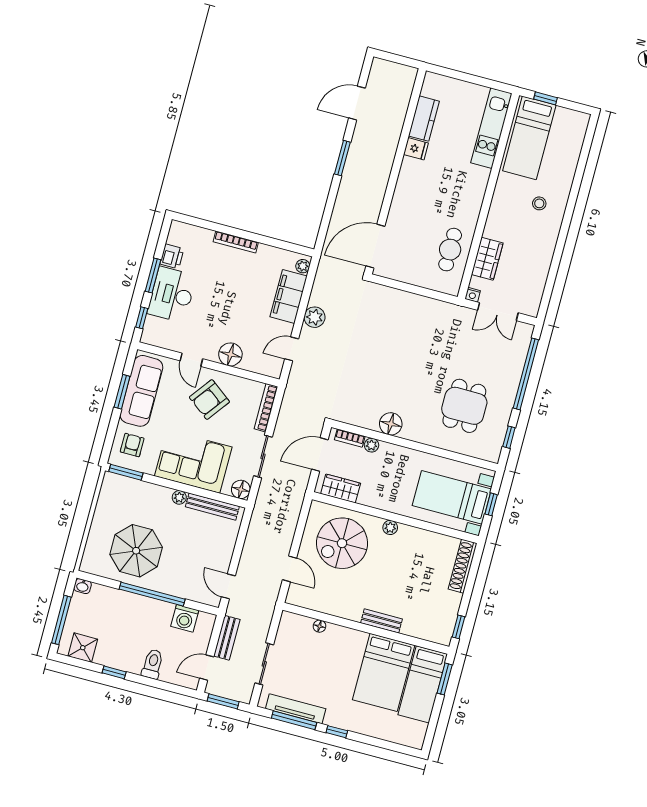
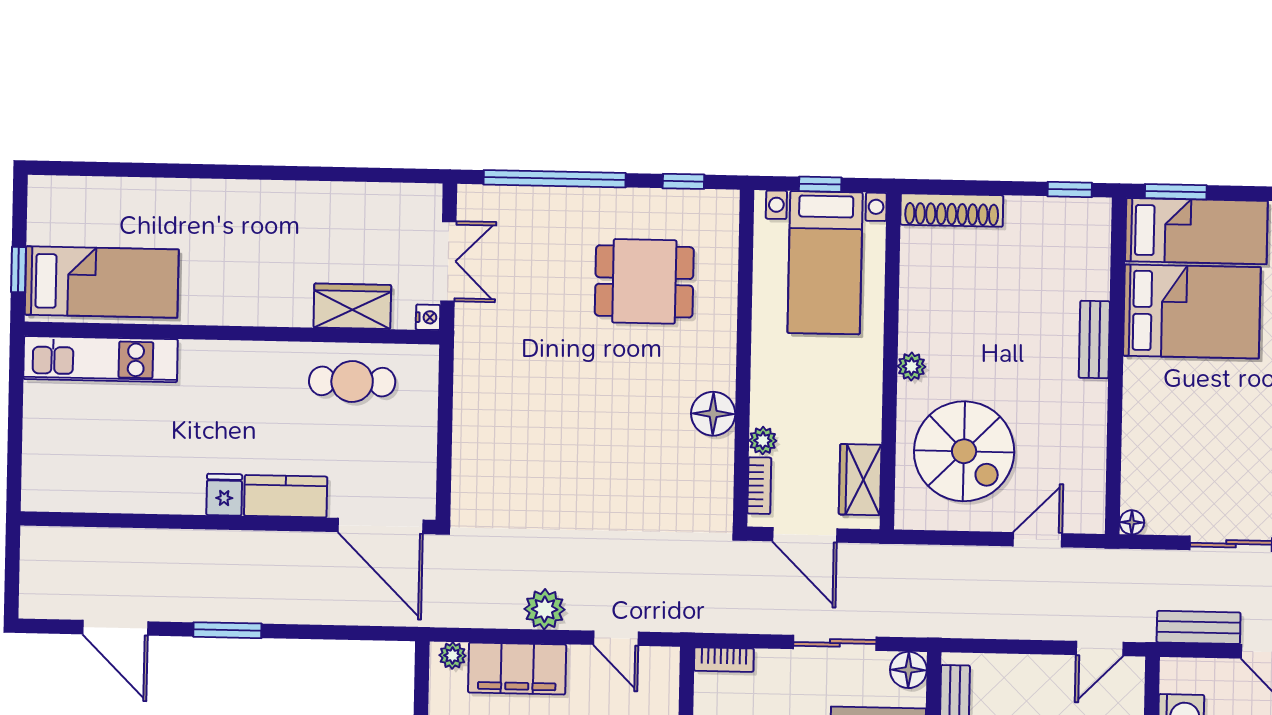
kitchen counter: (424, 119) -> (286, 496), moved
fridge: (416, 149) -> (224, 495), moved
stool: (539, 203) -> (222, 232), removed
bookcase: (266, 408) -> (724, 660), width x0.64
floor lamp: (319, 626) -> (1132, 522), moved

